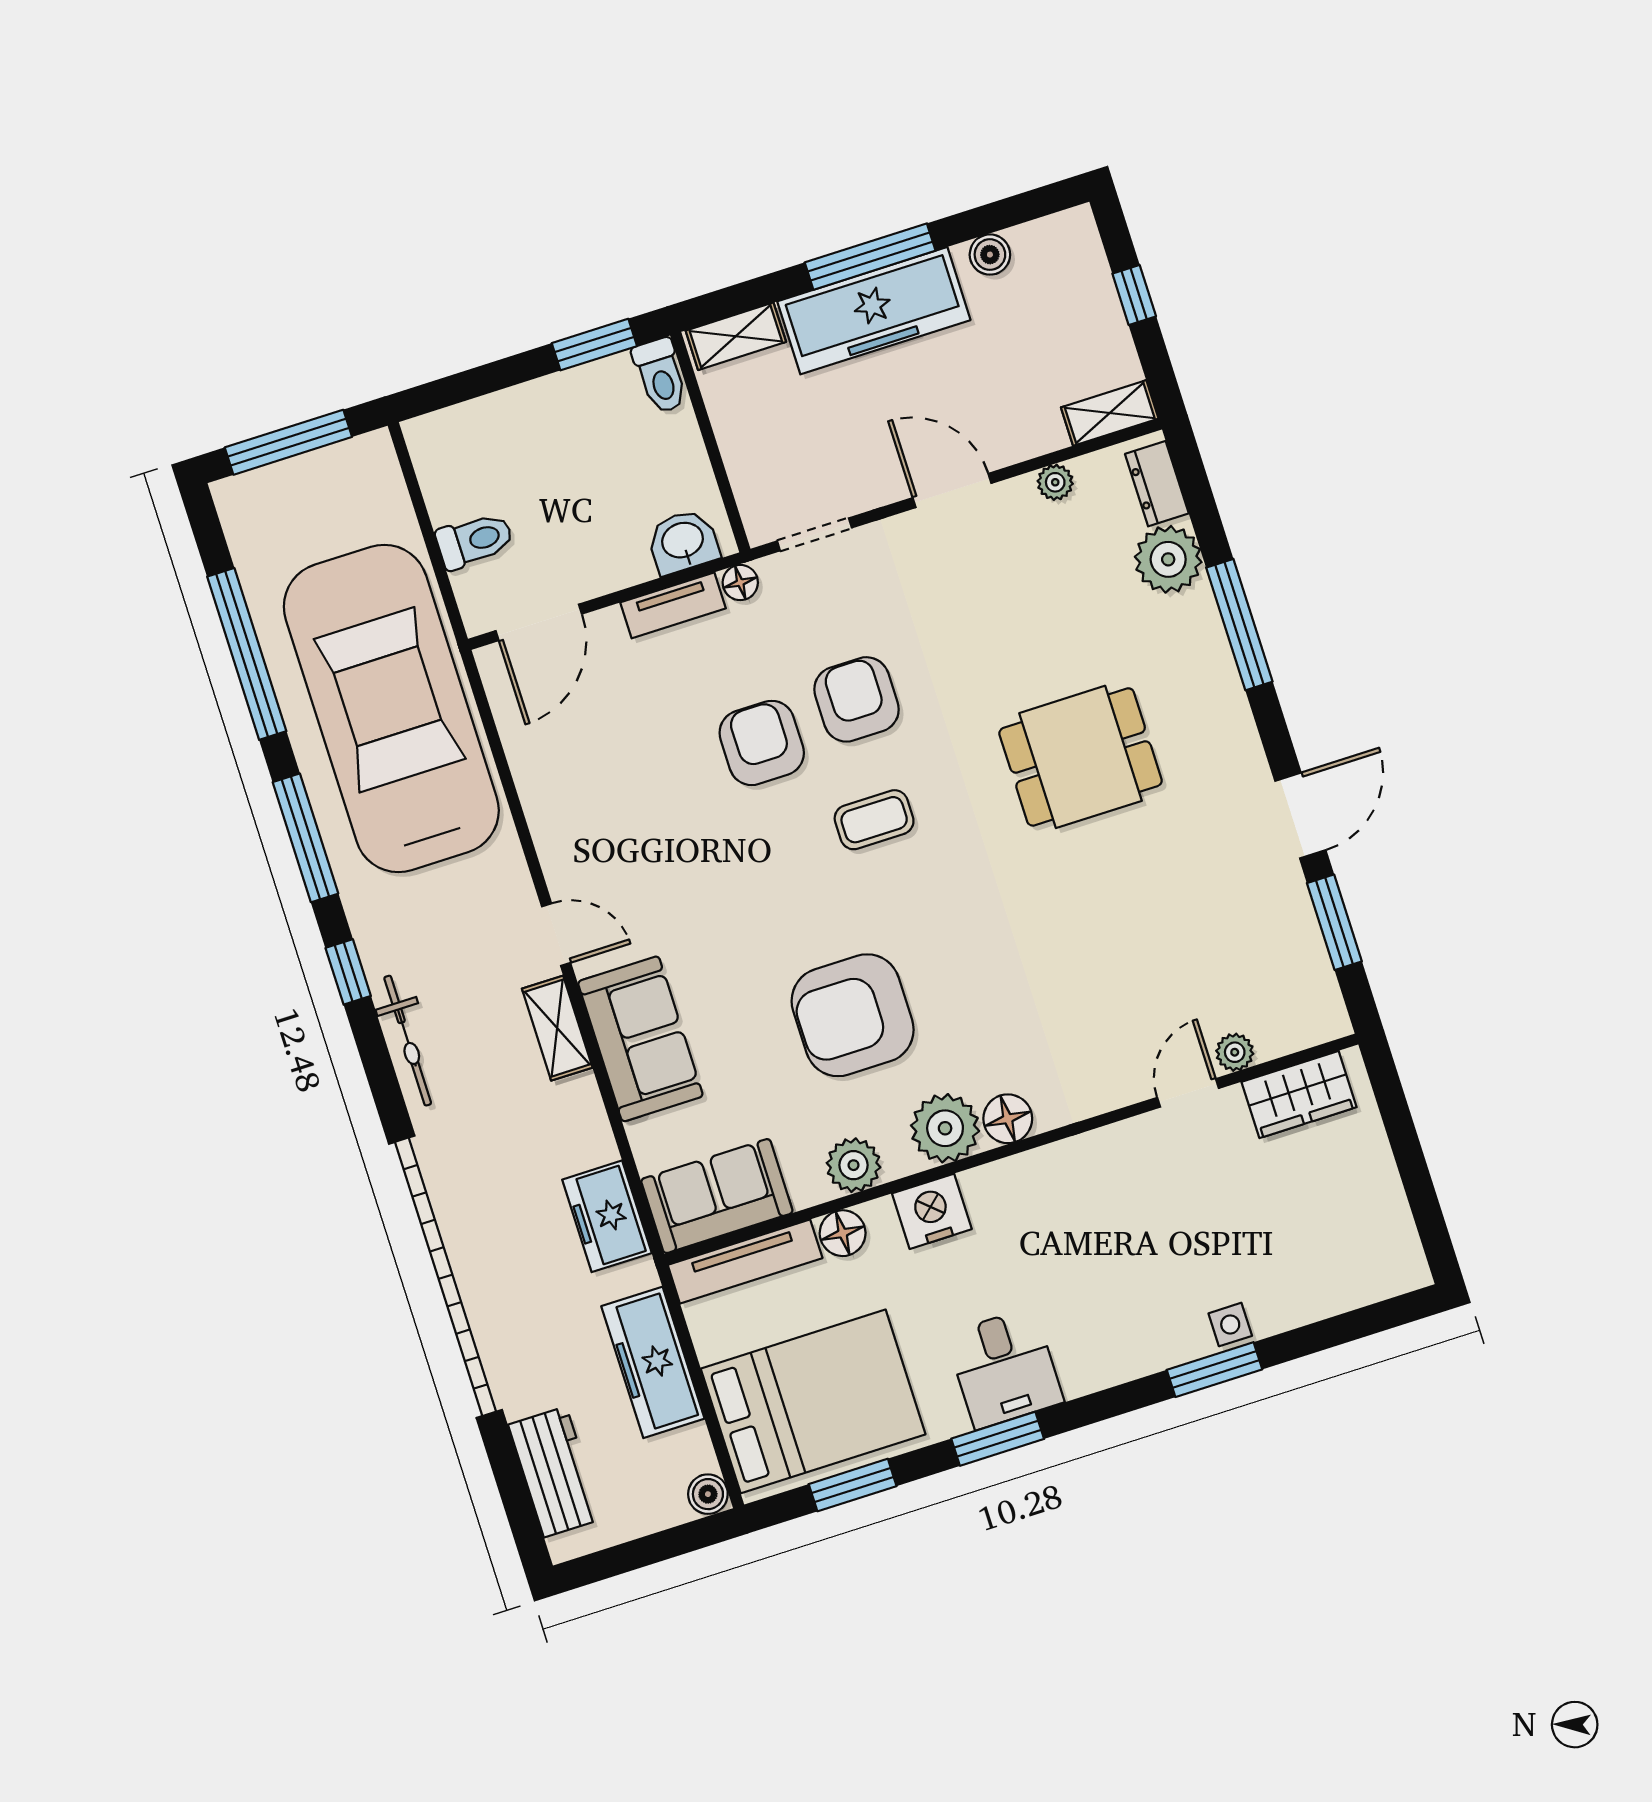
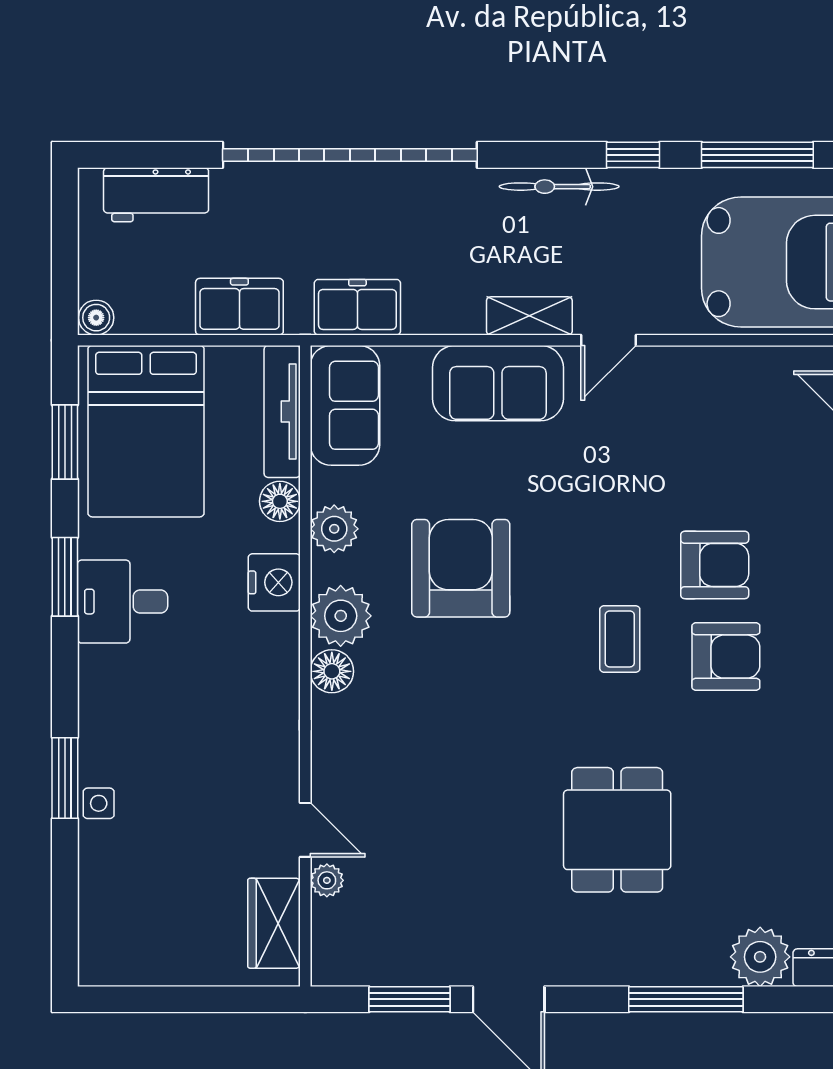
freezer: (653, 1362) -> (239, 307), width x0.71

